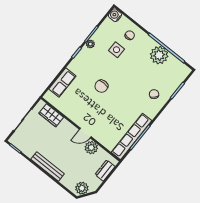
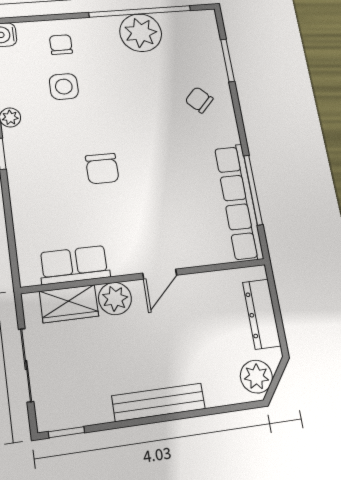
row of seats: (62, 83) -> (74, 265), moved, turned -90
plant: (91, 148) -> (115, 299), moved
dresser: (105, 170) -> (262, 314), width x1.44

